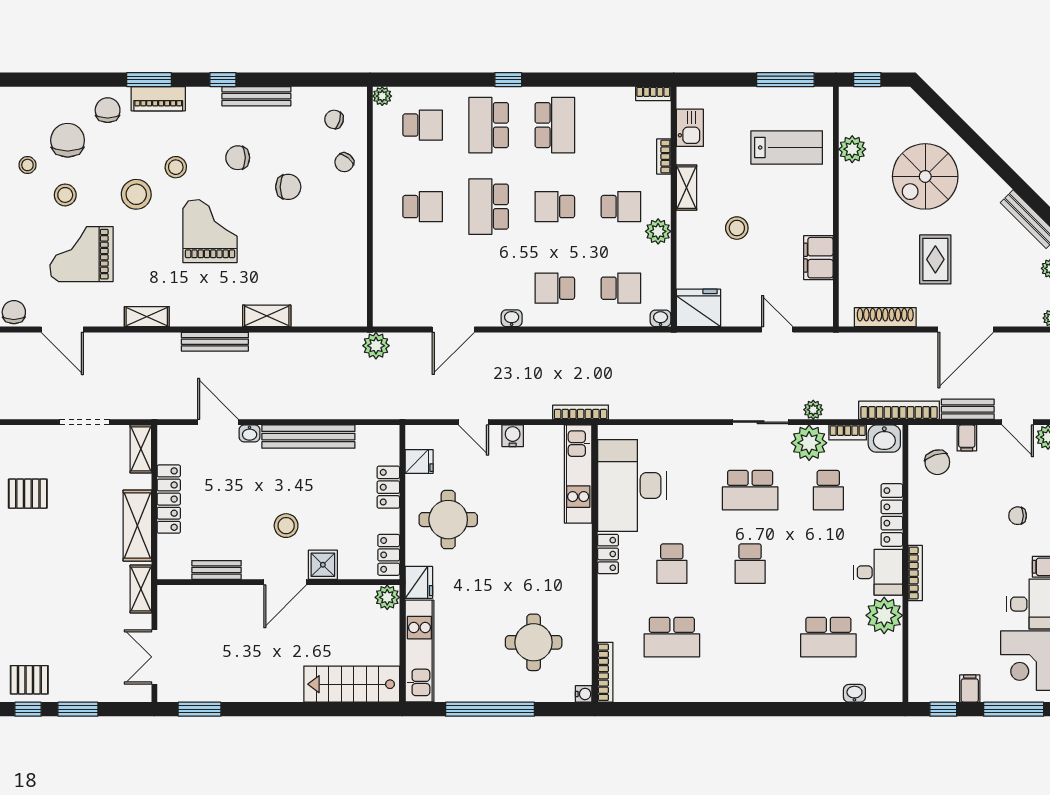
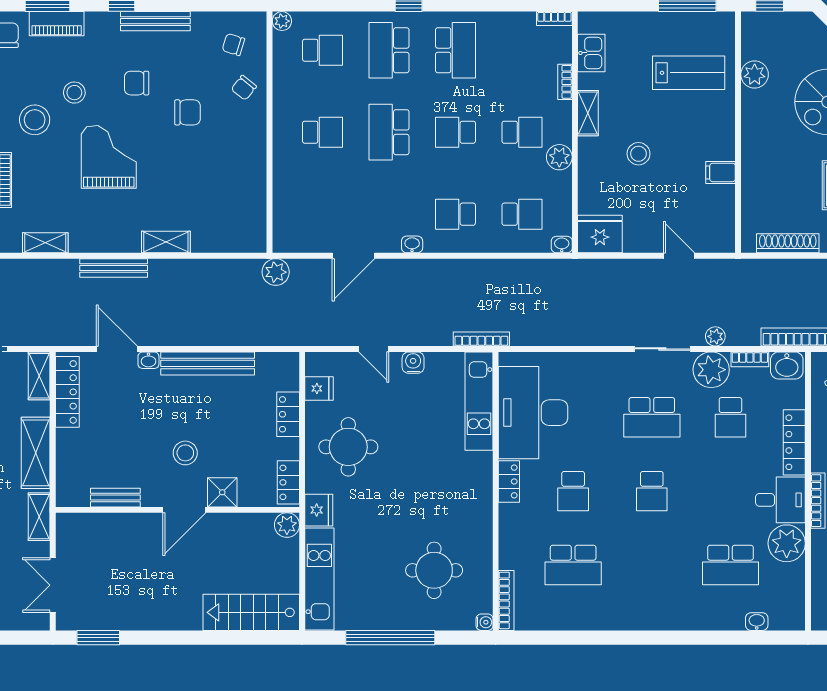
filing cabinet: (818, 258) -> (721, 172), width x0.50
locker: (169, 499) -> (67, 392), moved

